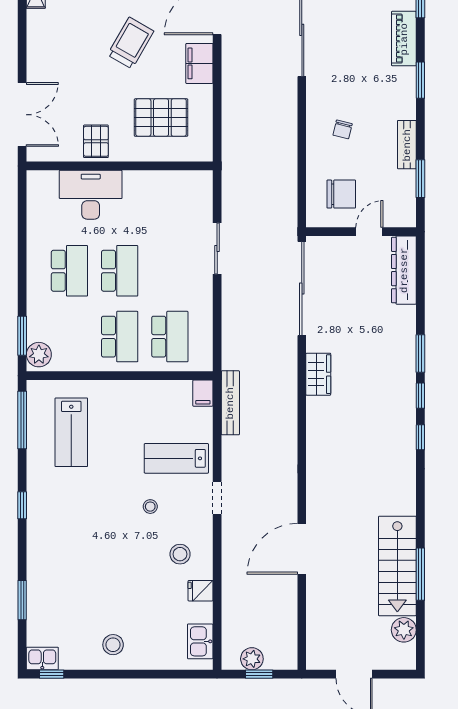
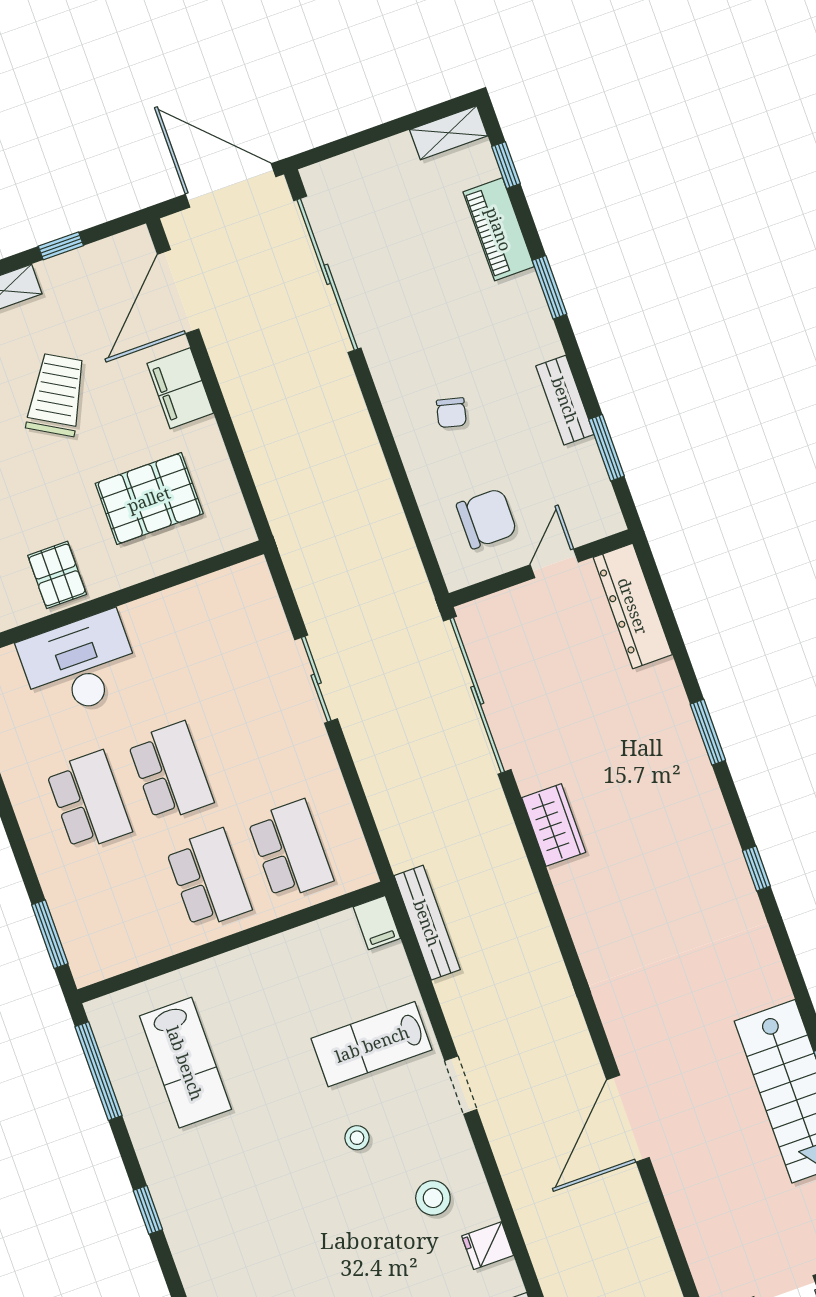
plant: (39, 355) -> (88, 955), removed
window: (420, 396) -> (732, 801), removed

